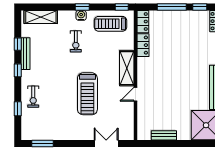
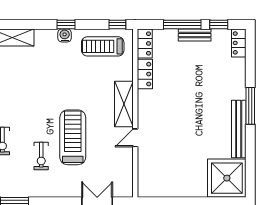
exercise bike: (76, 41) -> (41, 156), moved
treadmill: (87, 94) -> (73, 137), turned 180
bench: (164, 135) -> (195, 35), moved

